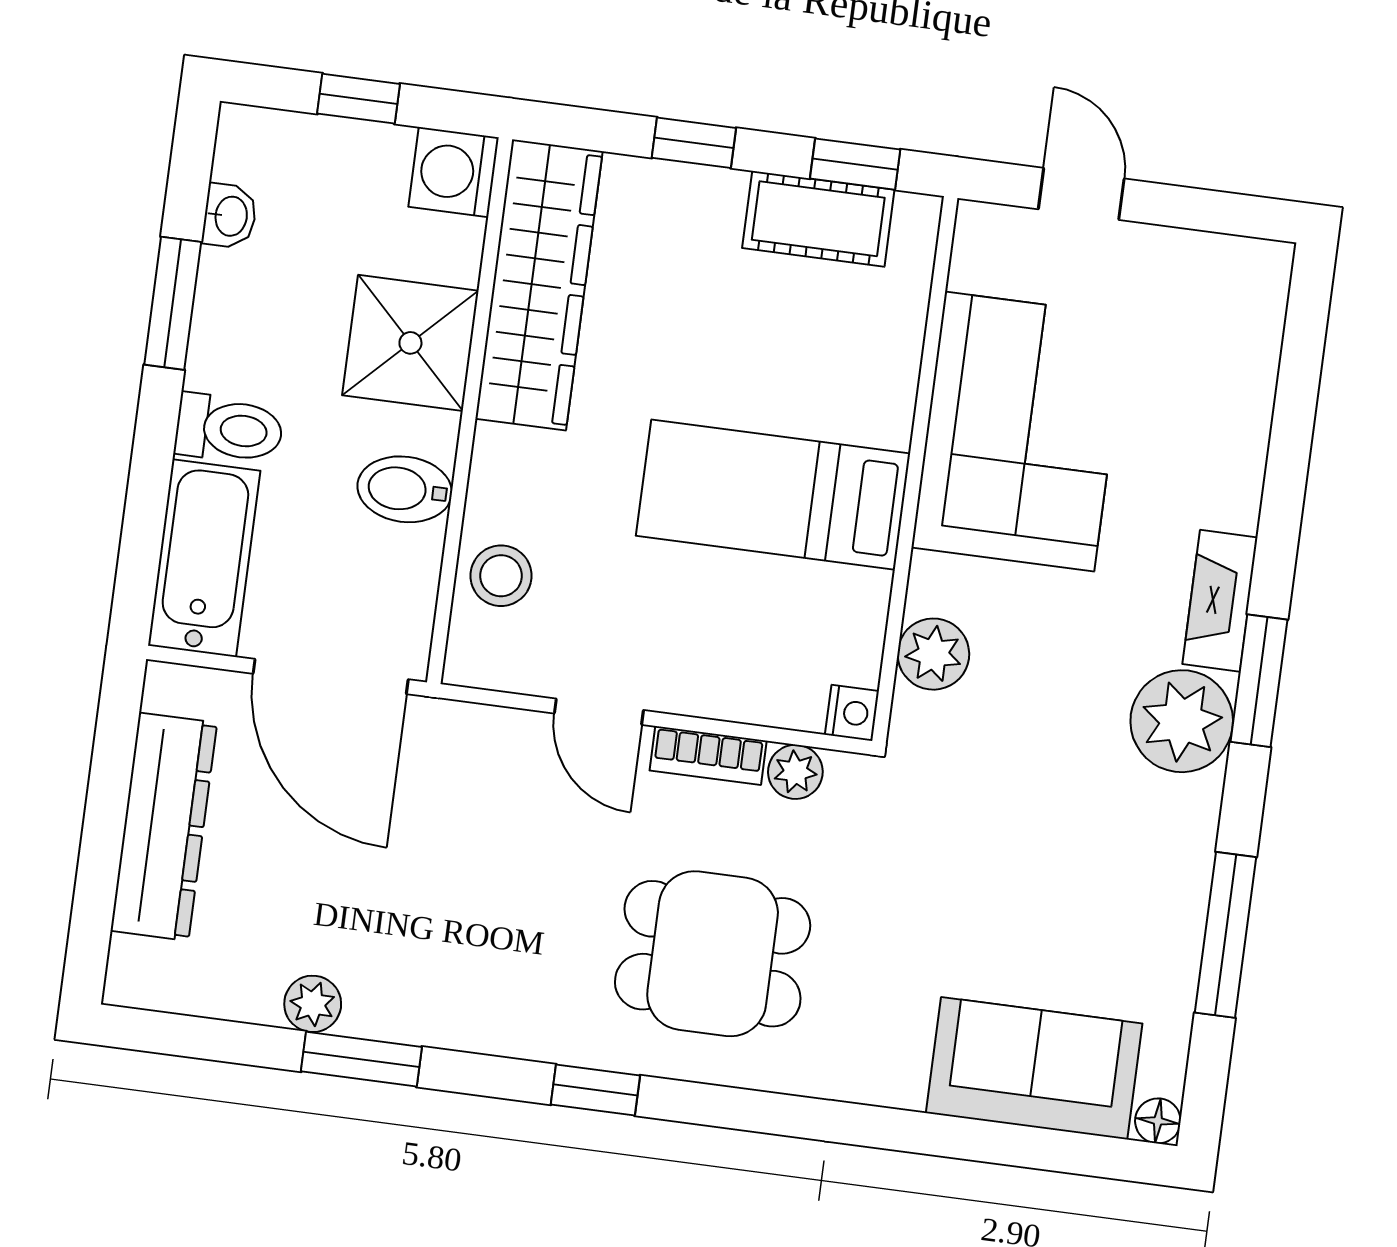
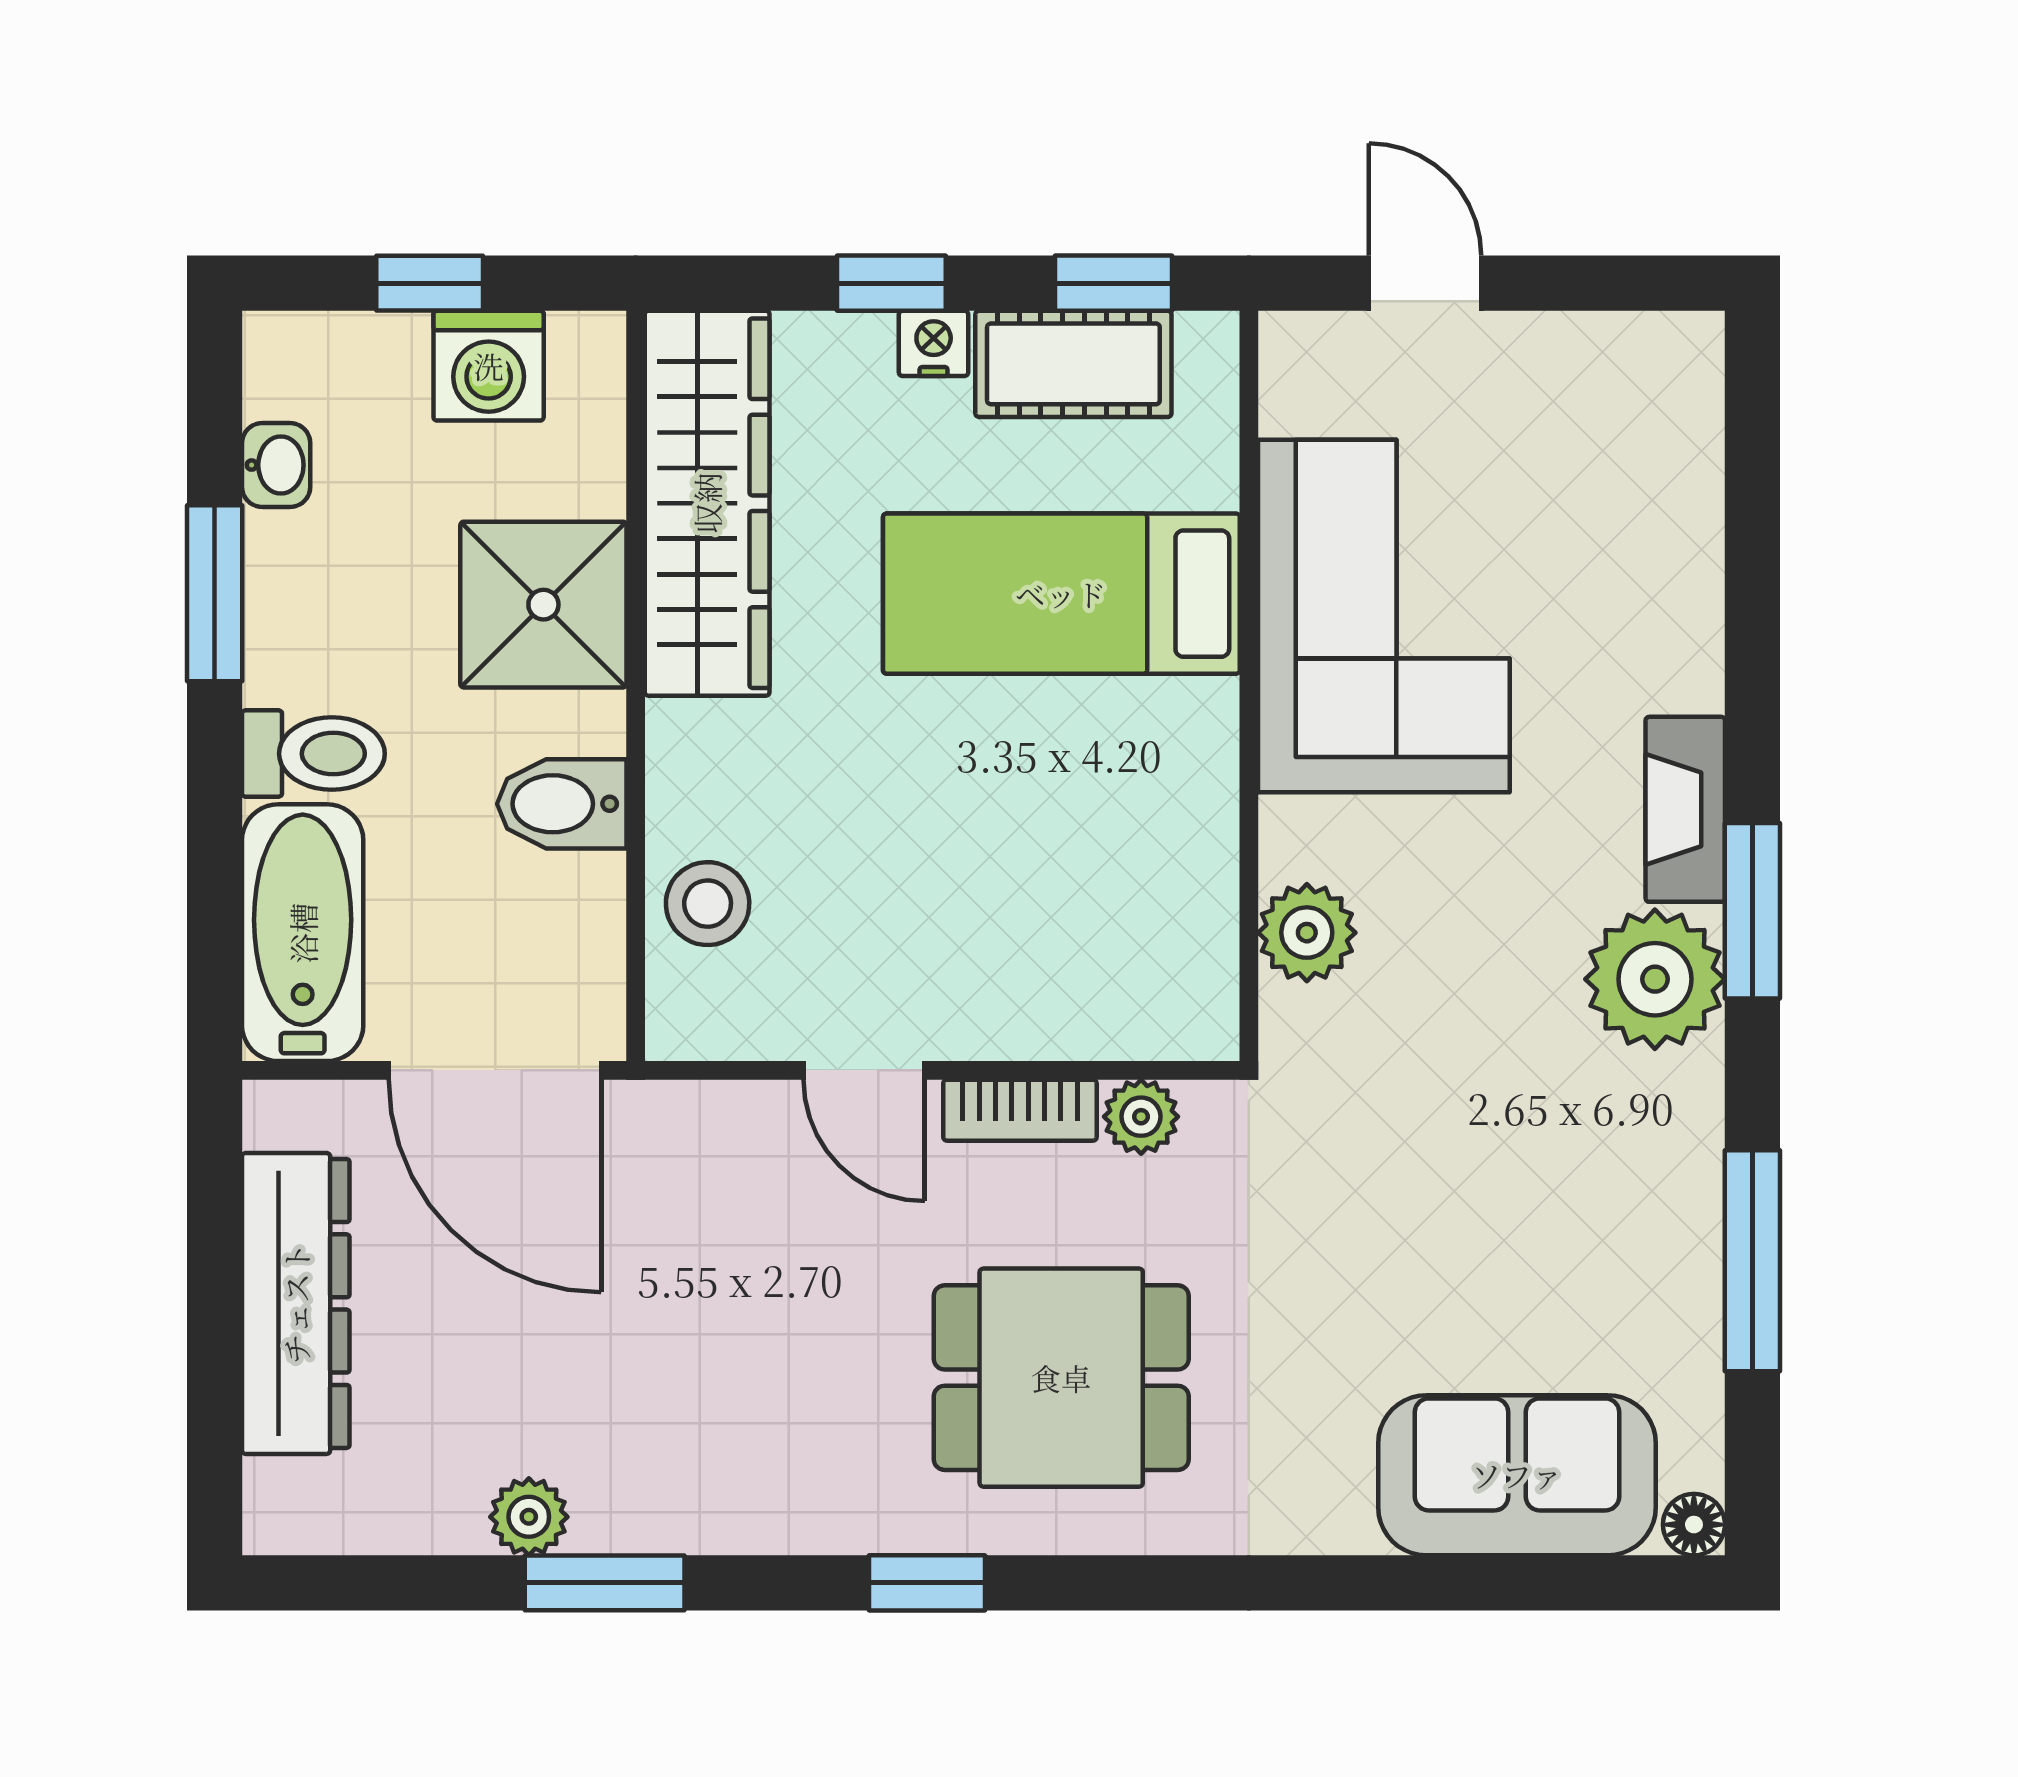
washing machine: (454, 172) -> (489, 366), moved, turned -90
bed: (773, 495) -> (1061, 594), moved
nightstand: (852, 713) -> (934, 343), moved, turned -90

